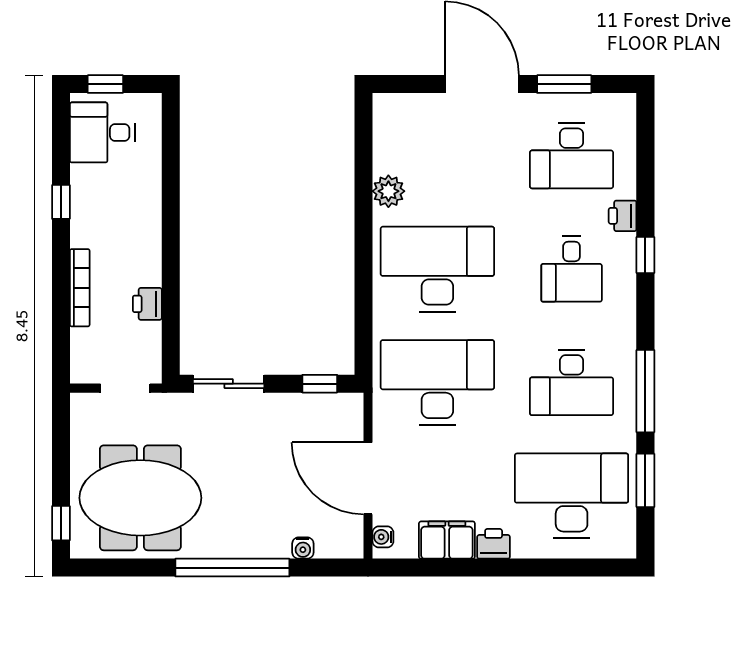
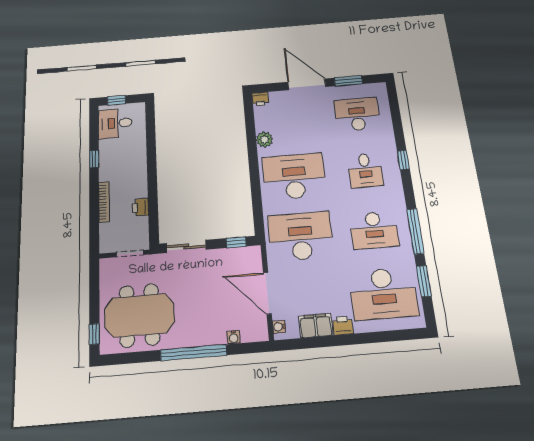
desk: (572, 156) -> (357, 114), turned 180
printer: (623, 216) -> (260, 99), moved, turned -90
desk: (572, 496) -> (383, 294), turned 180

